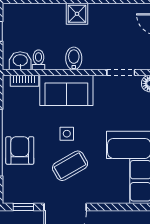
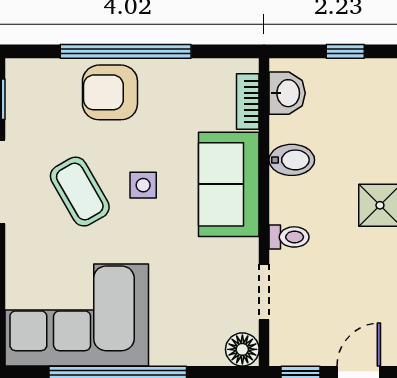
bidet: (74, 58) -> (292, 160), moved
toilet: (39, 60) -> (289, 237), moved
armchair: (20, 150) -> (110, 92), turned 180

